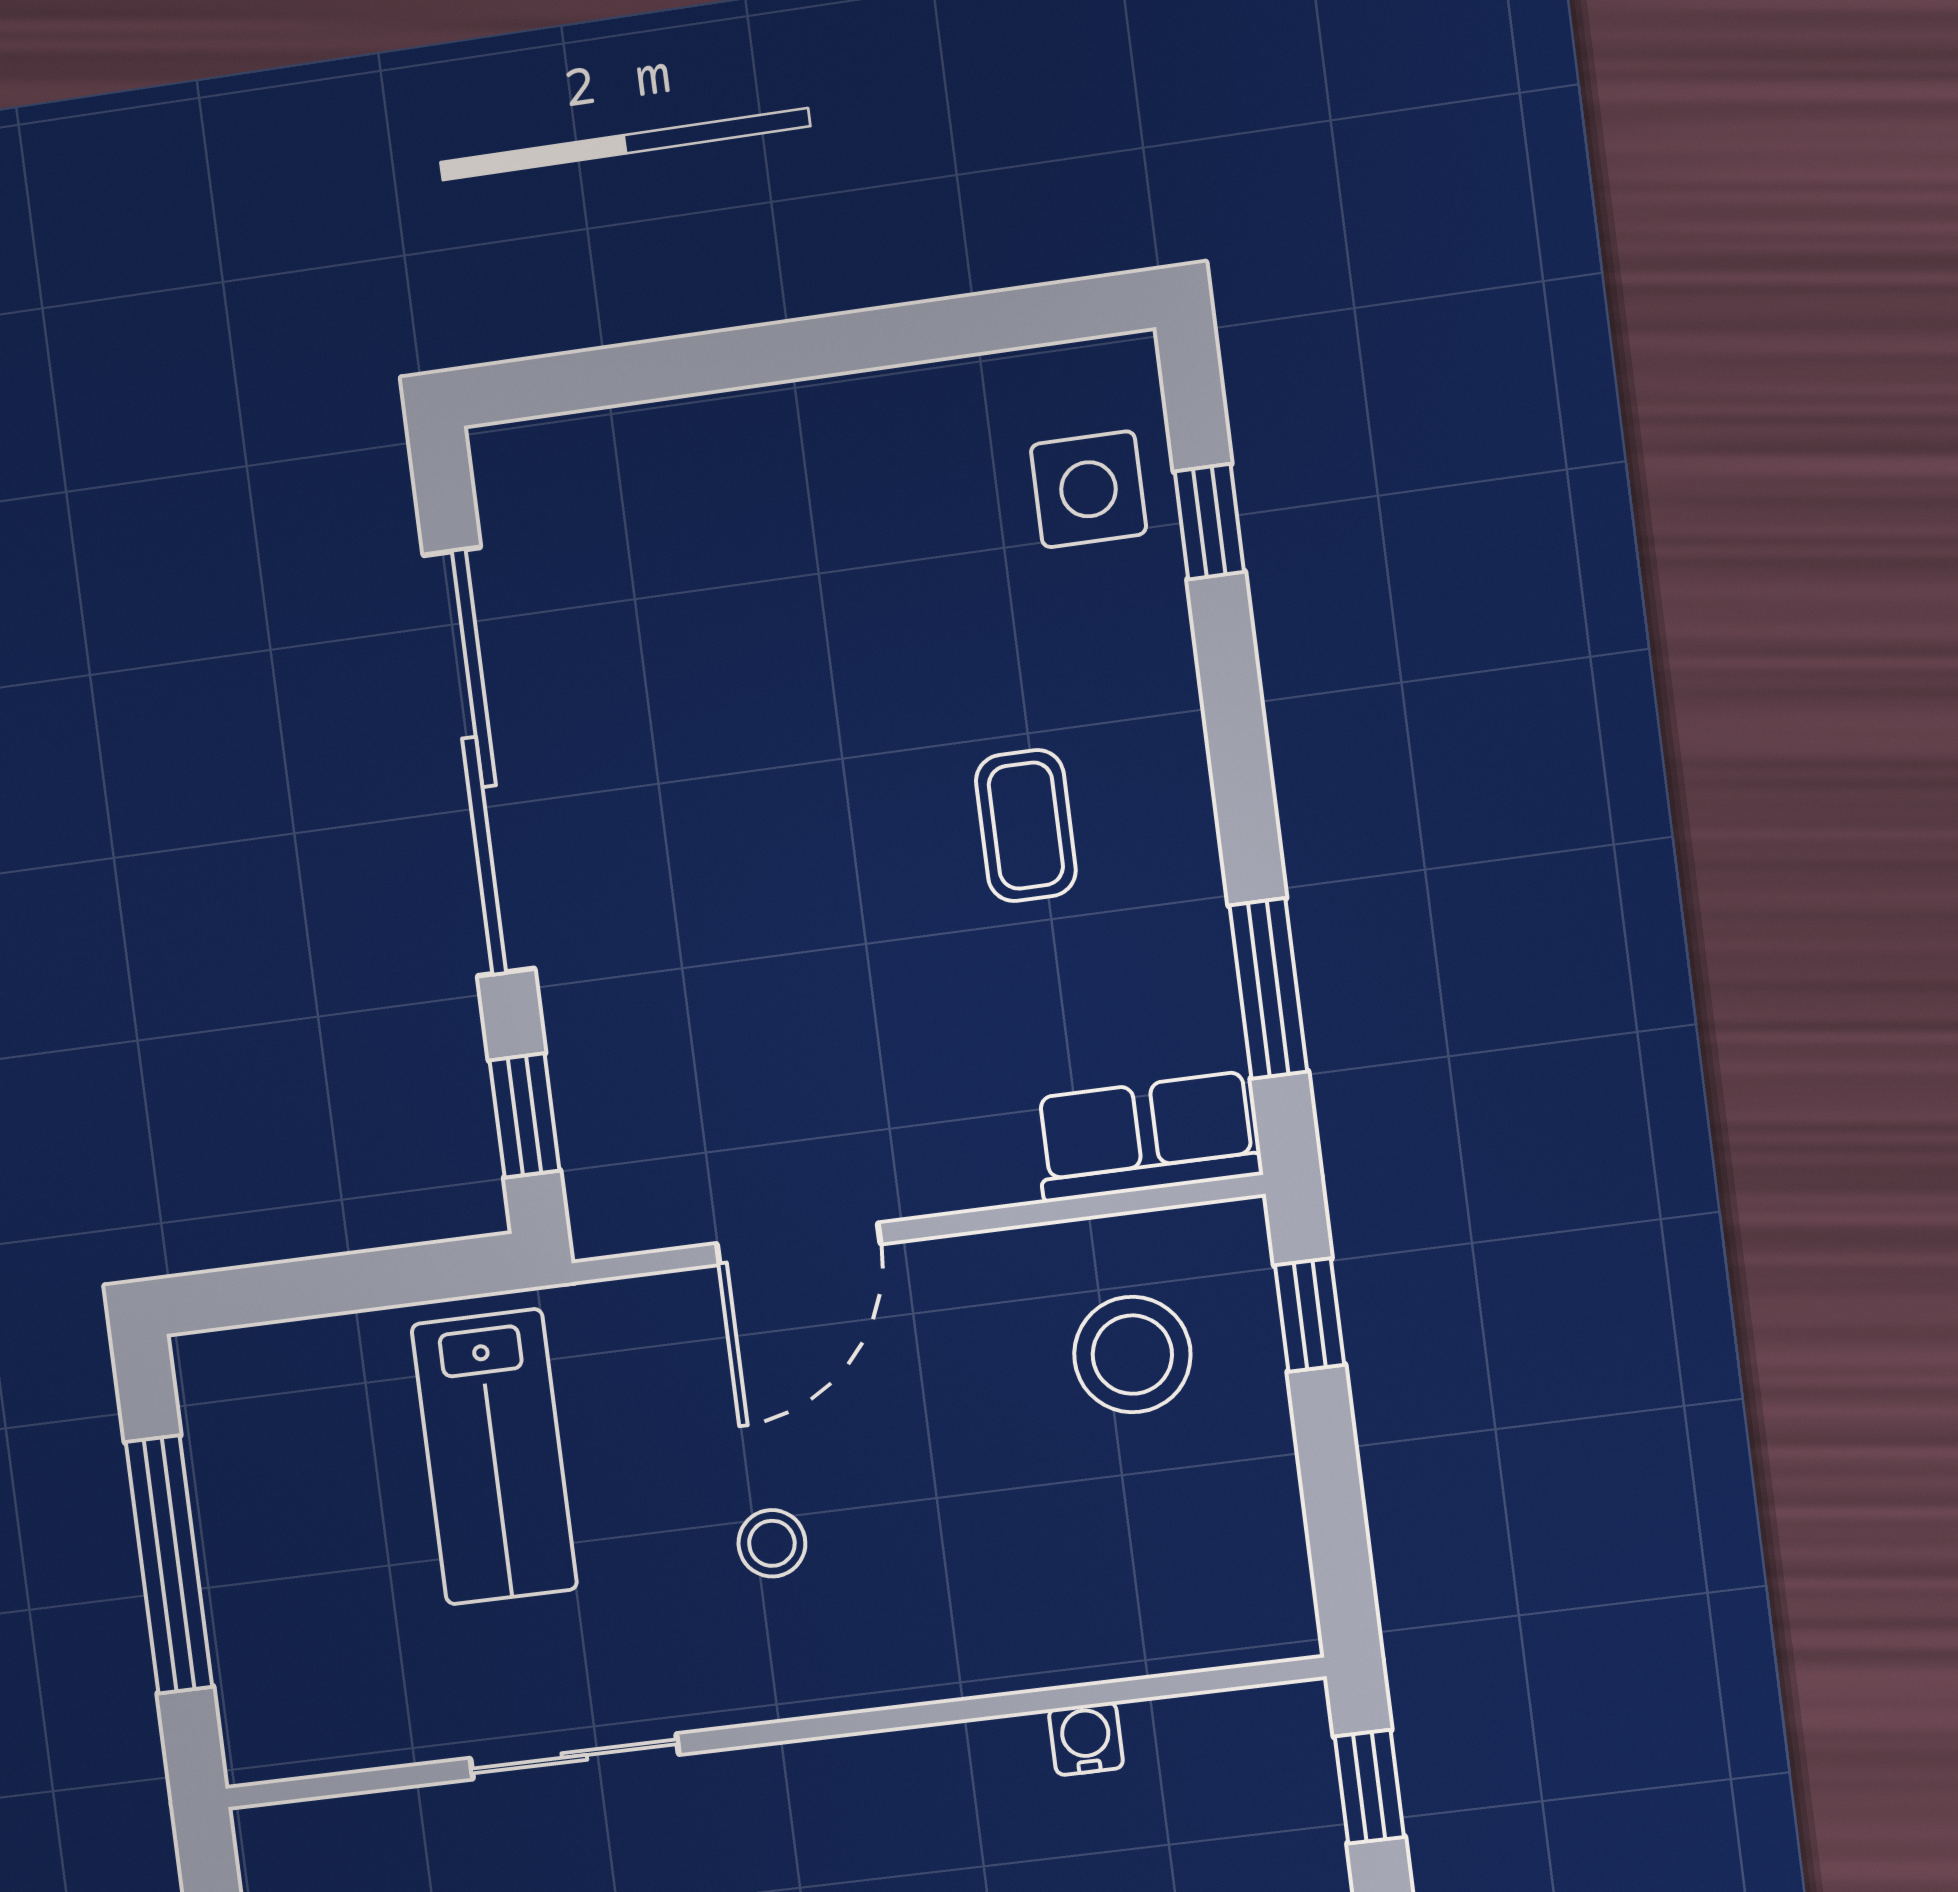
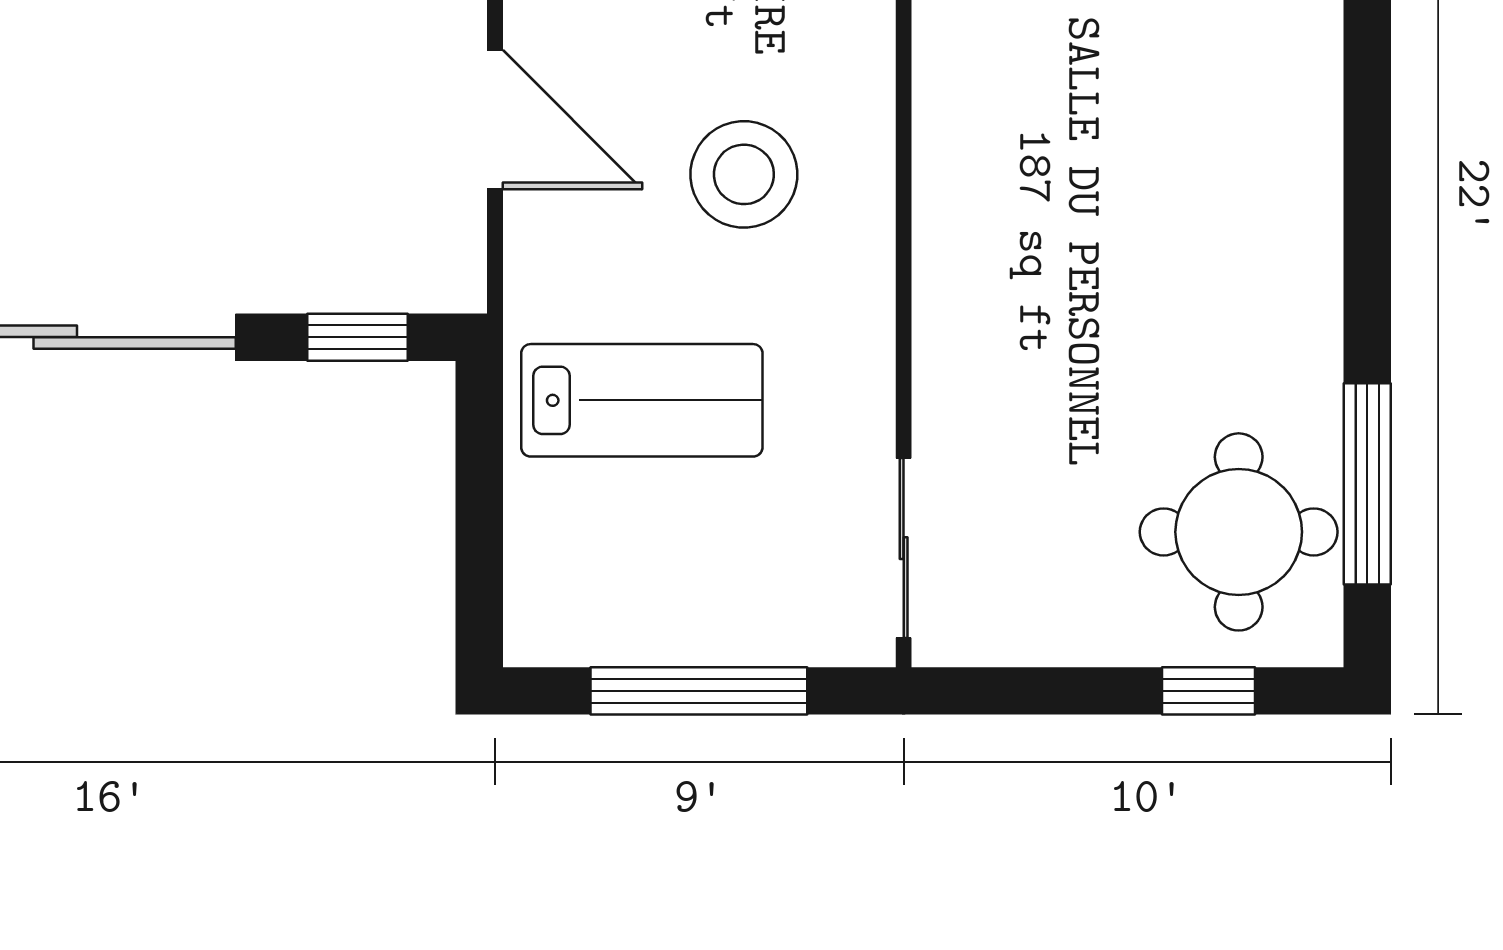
stool: (772, 1543) -> (744, 174), width x1.89, depth x1.89
sliding door: (574, 1756) -> (904, 548), moved

